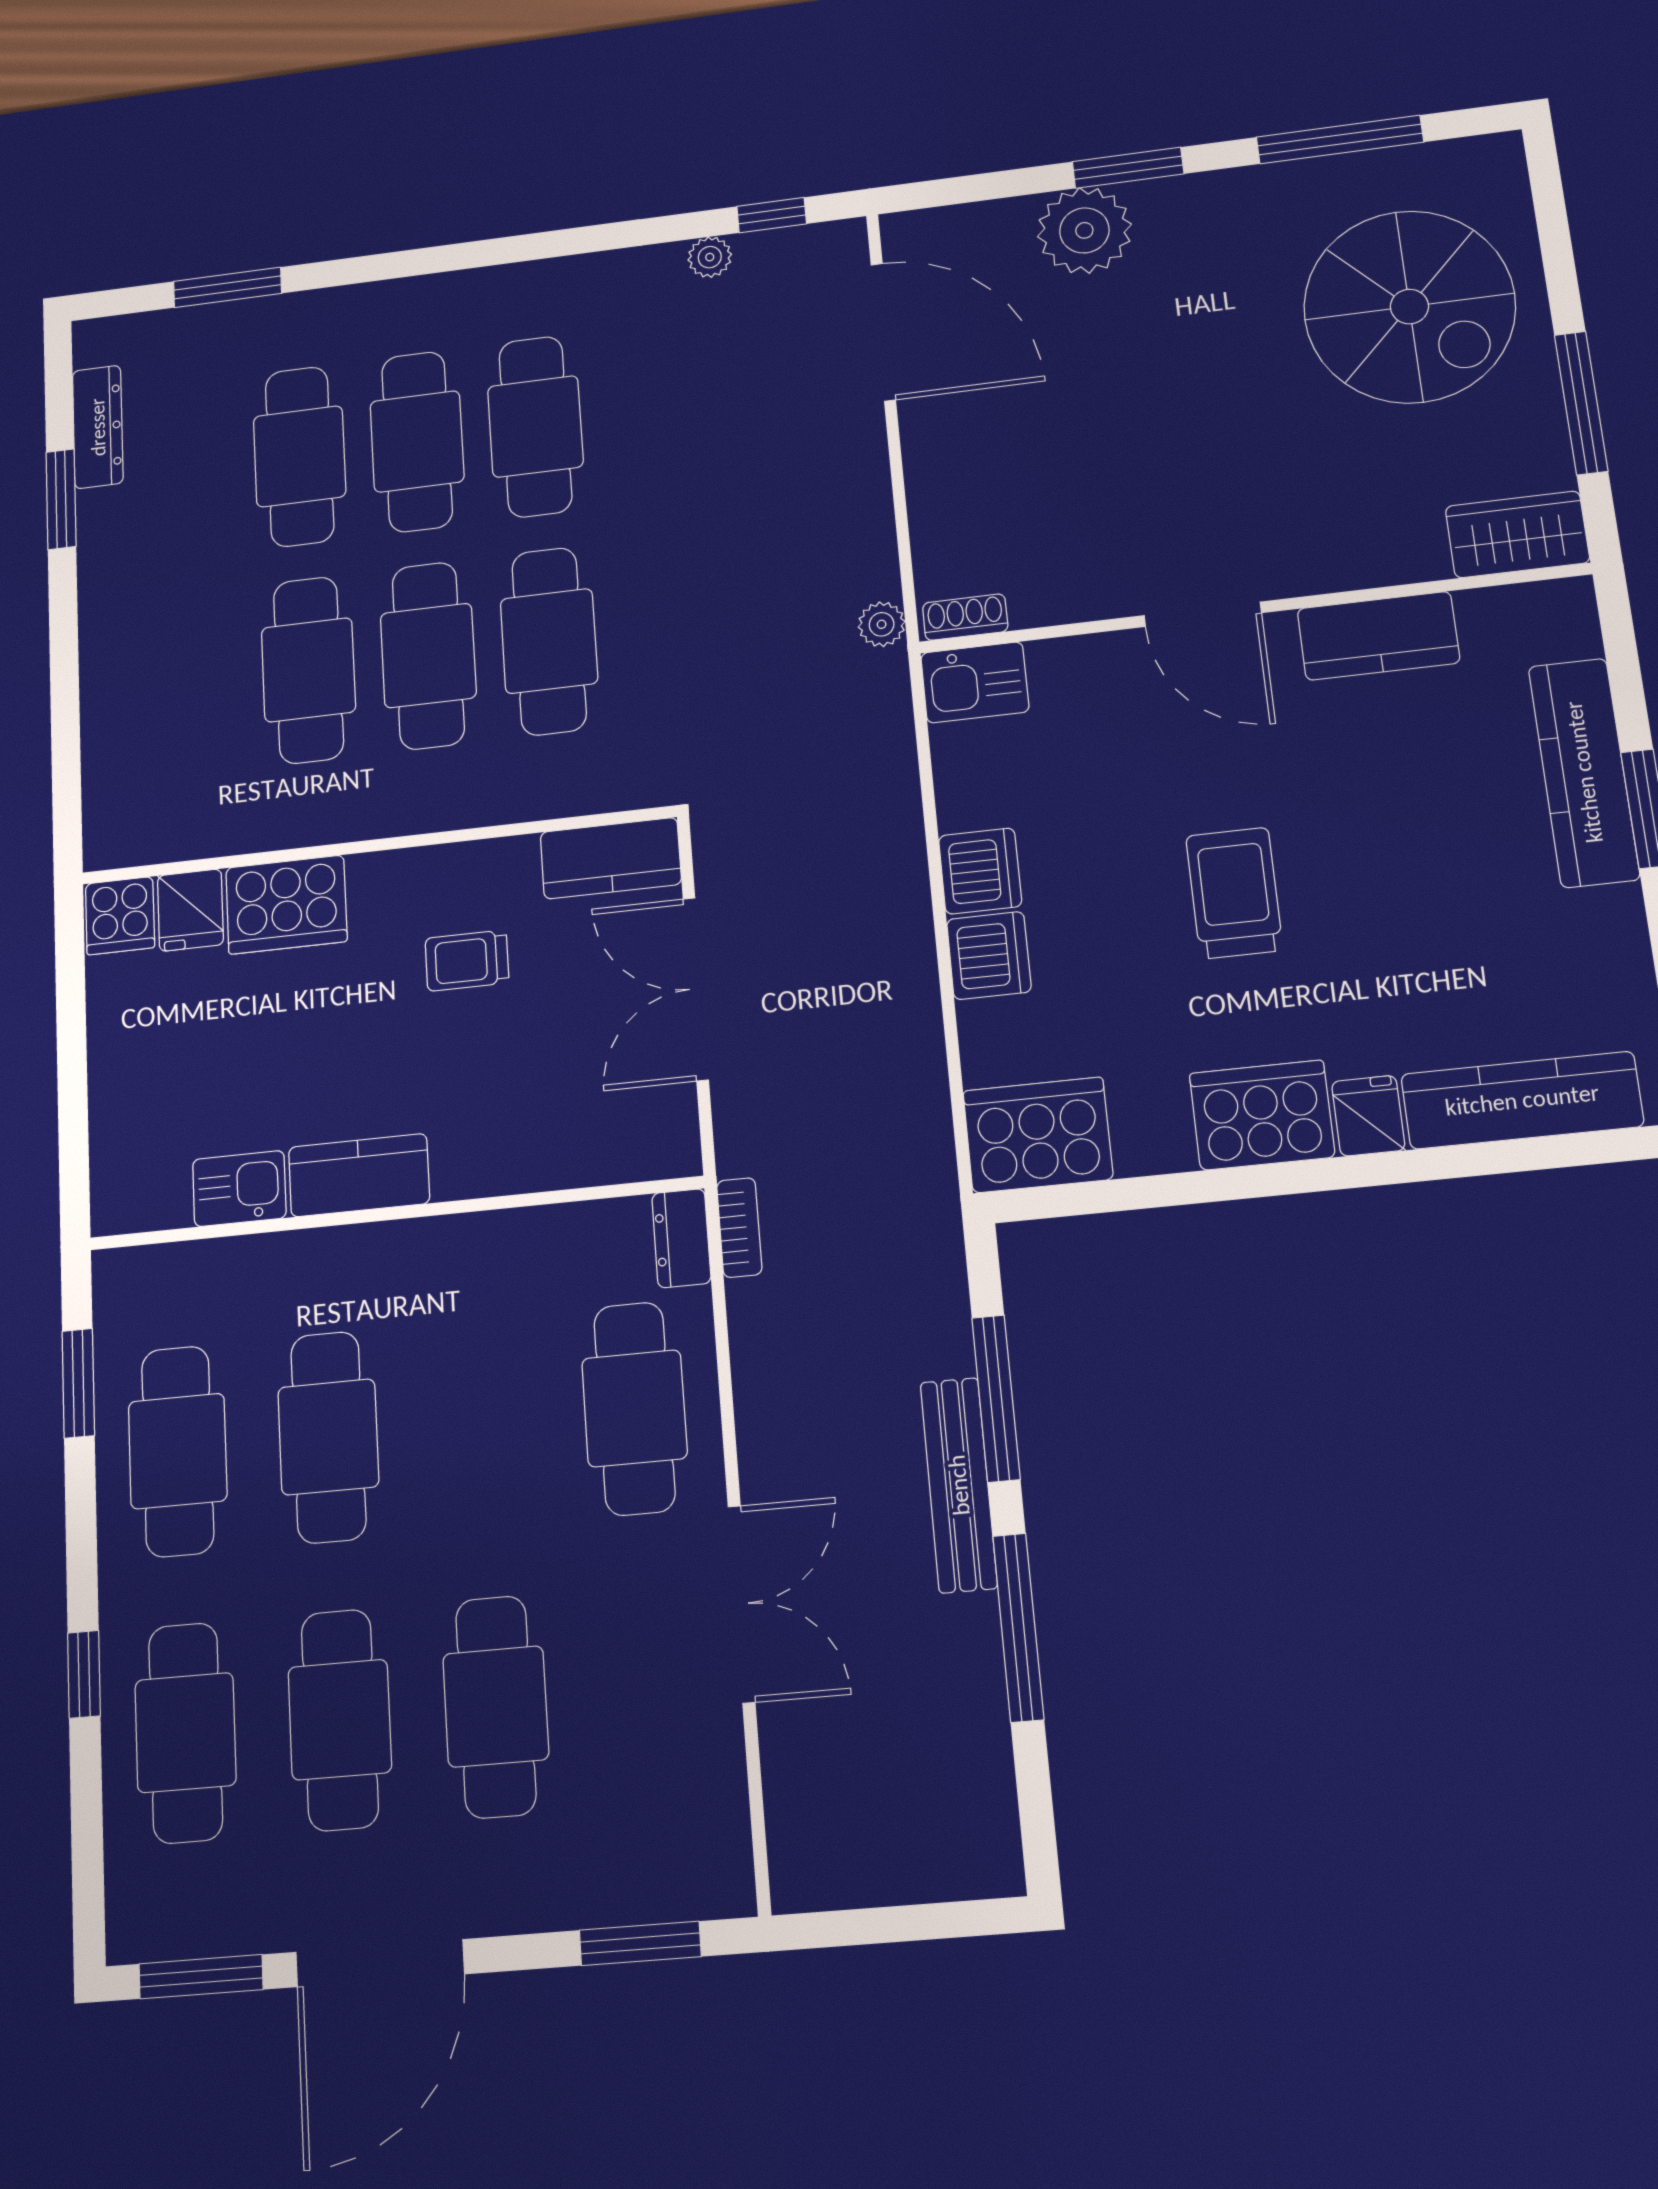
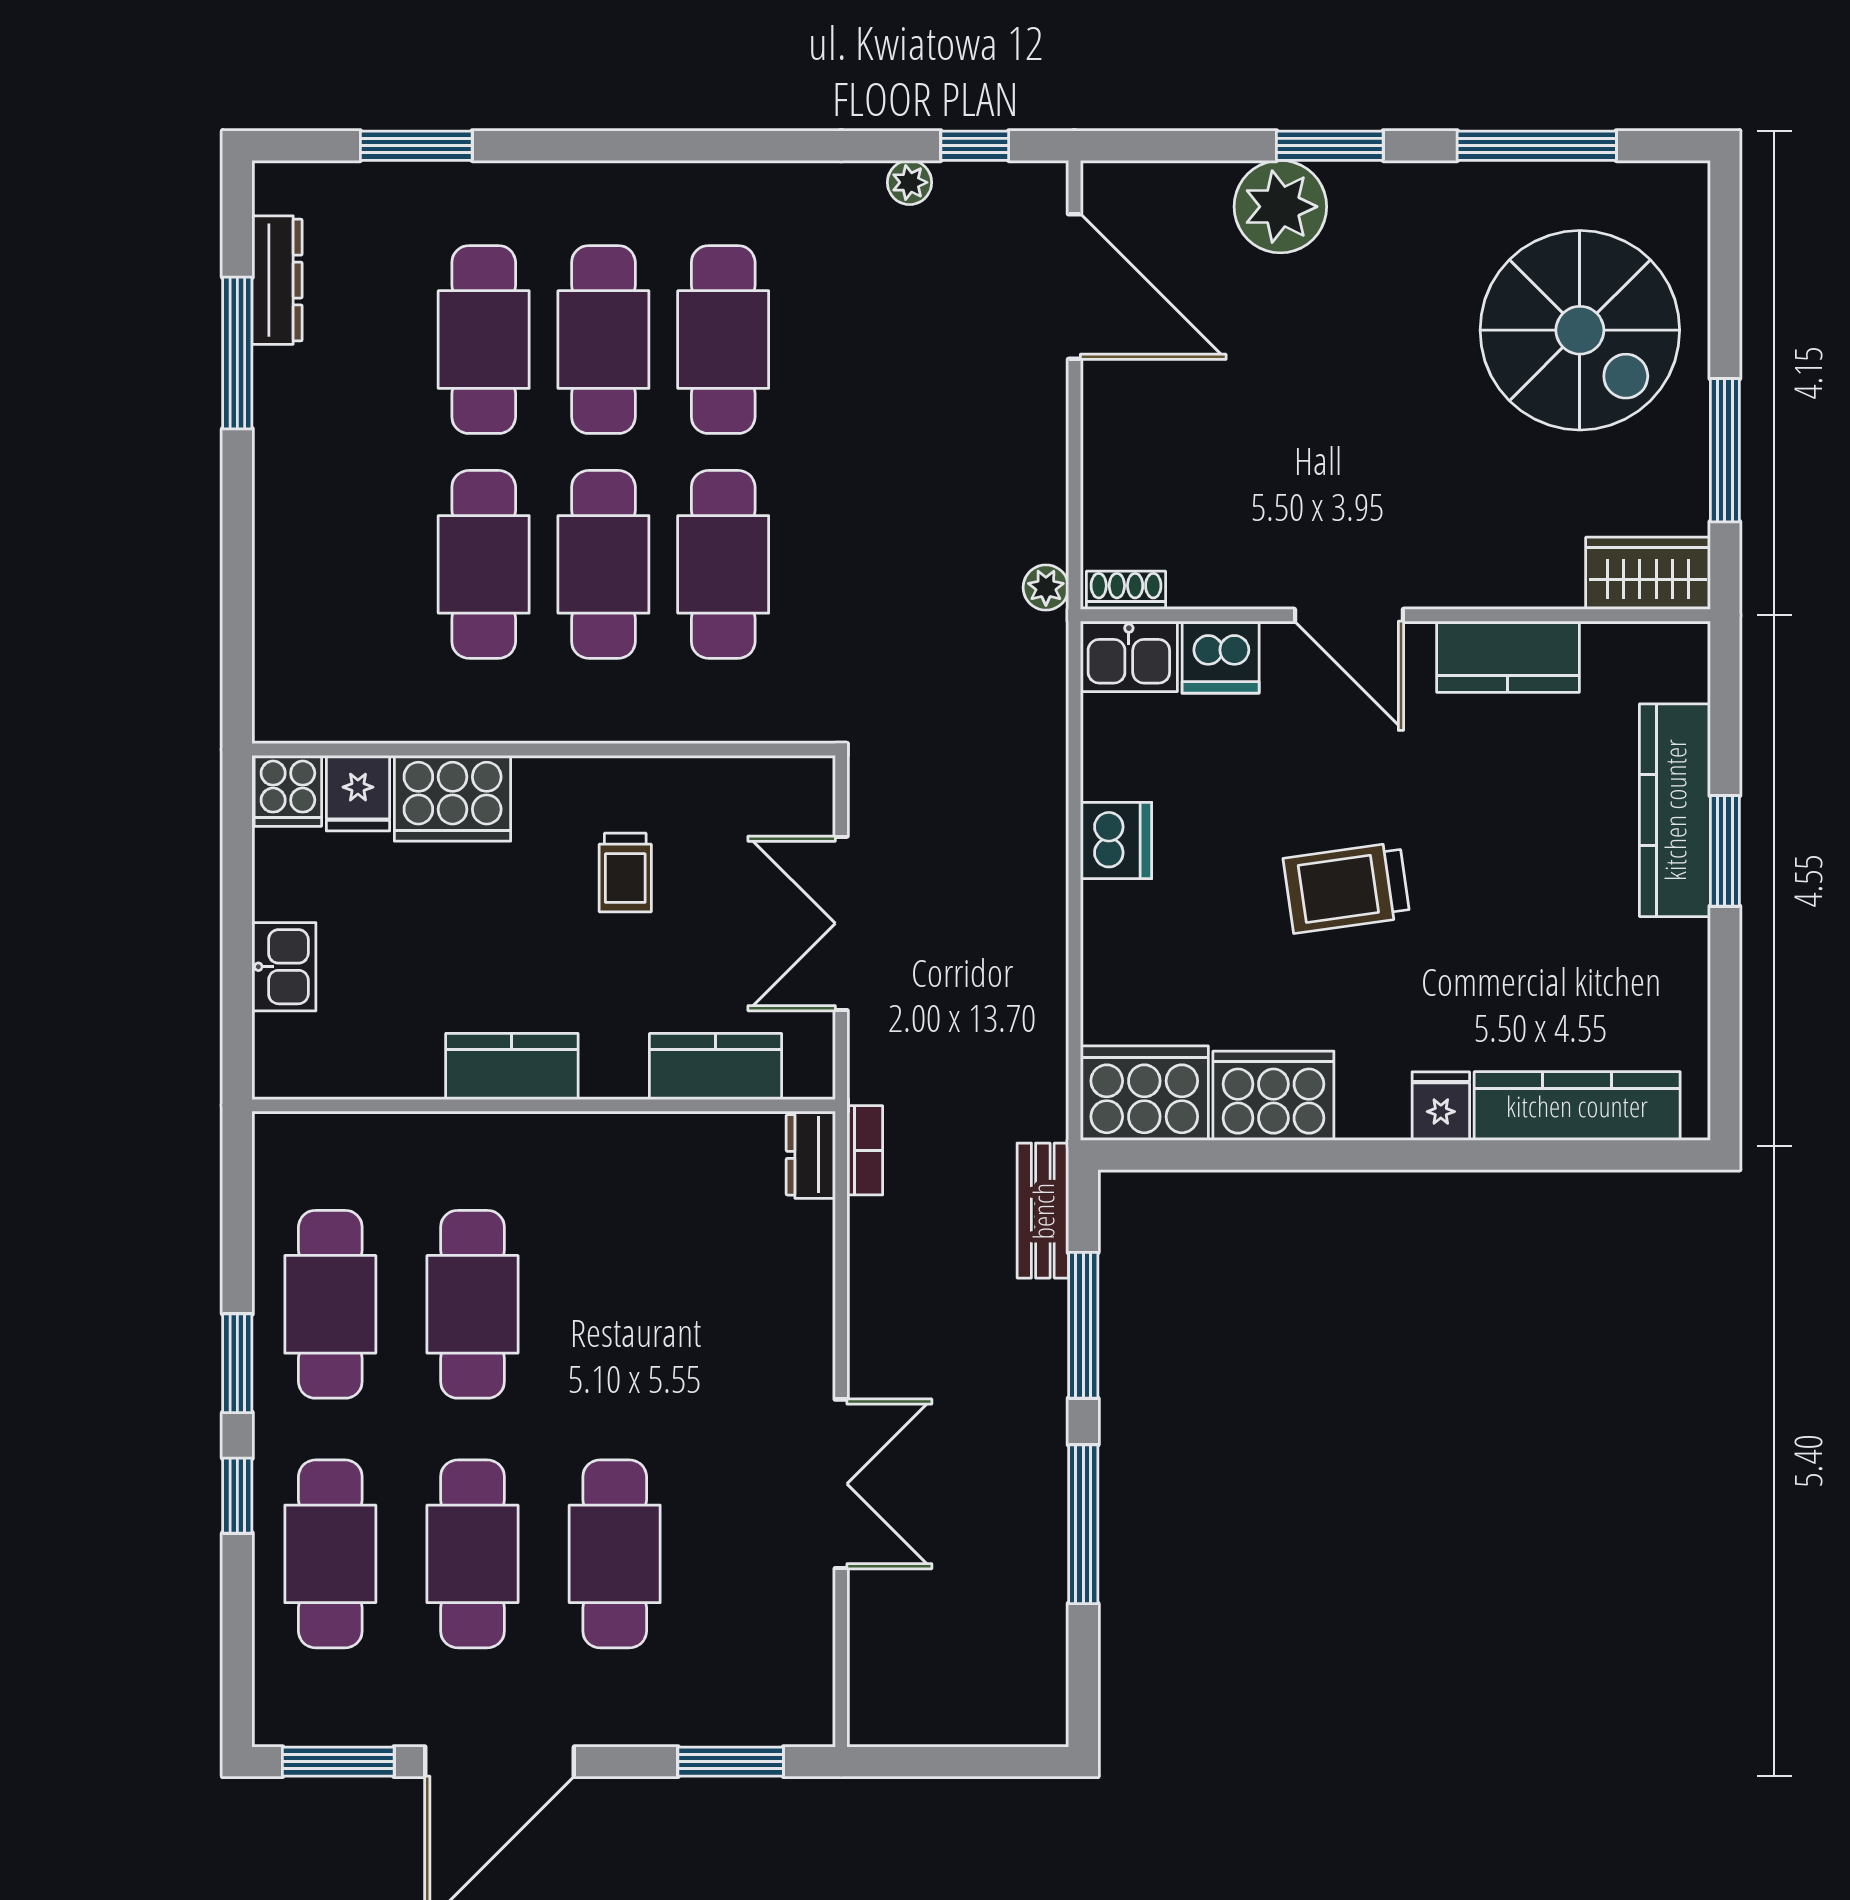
window: (61, 499) -> (237, 353), width x1.44
kitchen counter: (611, 858) -> (716, 1066), moved, turned 180
trolley: (1234, 893) -> (1347, 888), turned -98
dishwasher: (989, 956) -> (1221, 657), moved, turned 90
trolley: (467, 961) -> (625, 873), turned -90
cooker: (1262, 1115) -> (1273, 1096), moved
kitchen sink: (239, 1189) -> (284, 967), moved, turned 90
window: (78, 1383) -> (237, 1363), moved
cafe table: (634, 1408) -> (757, 1304), removed
bench: (959, 1485) -> (1043, 1211), moved, width x0.73

